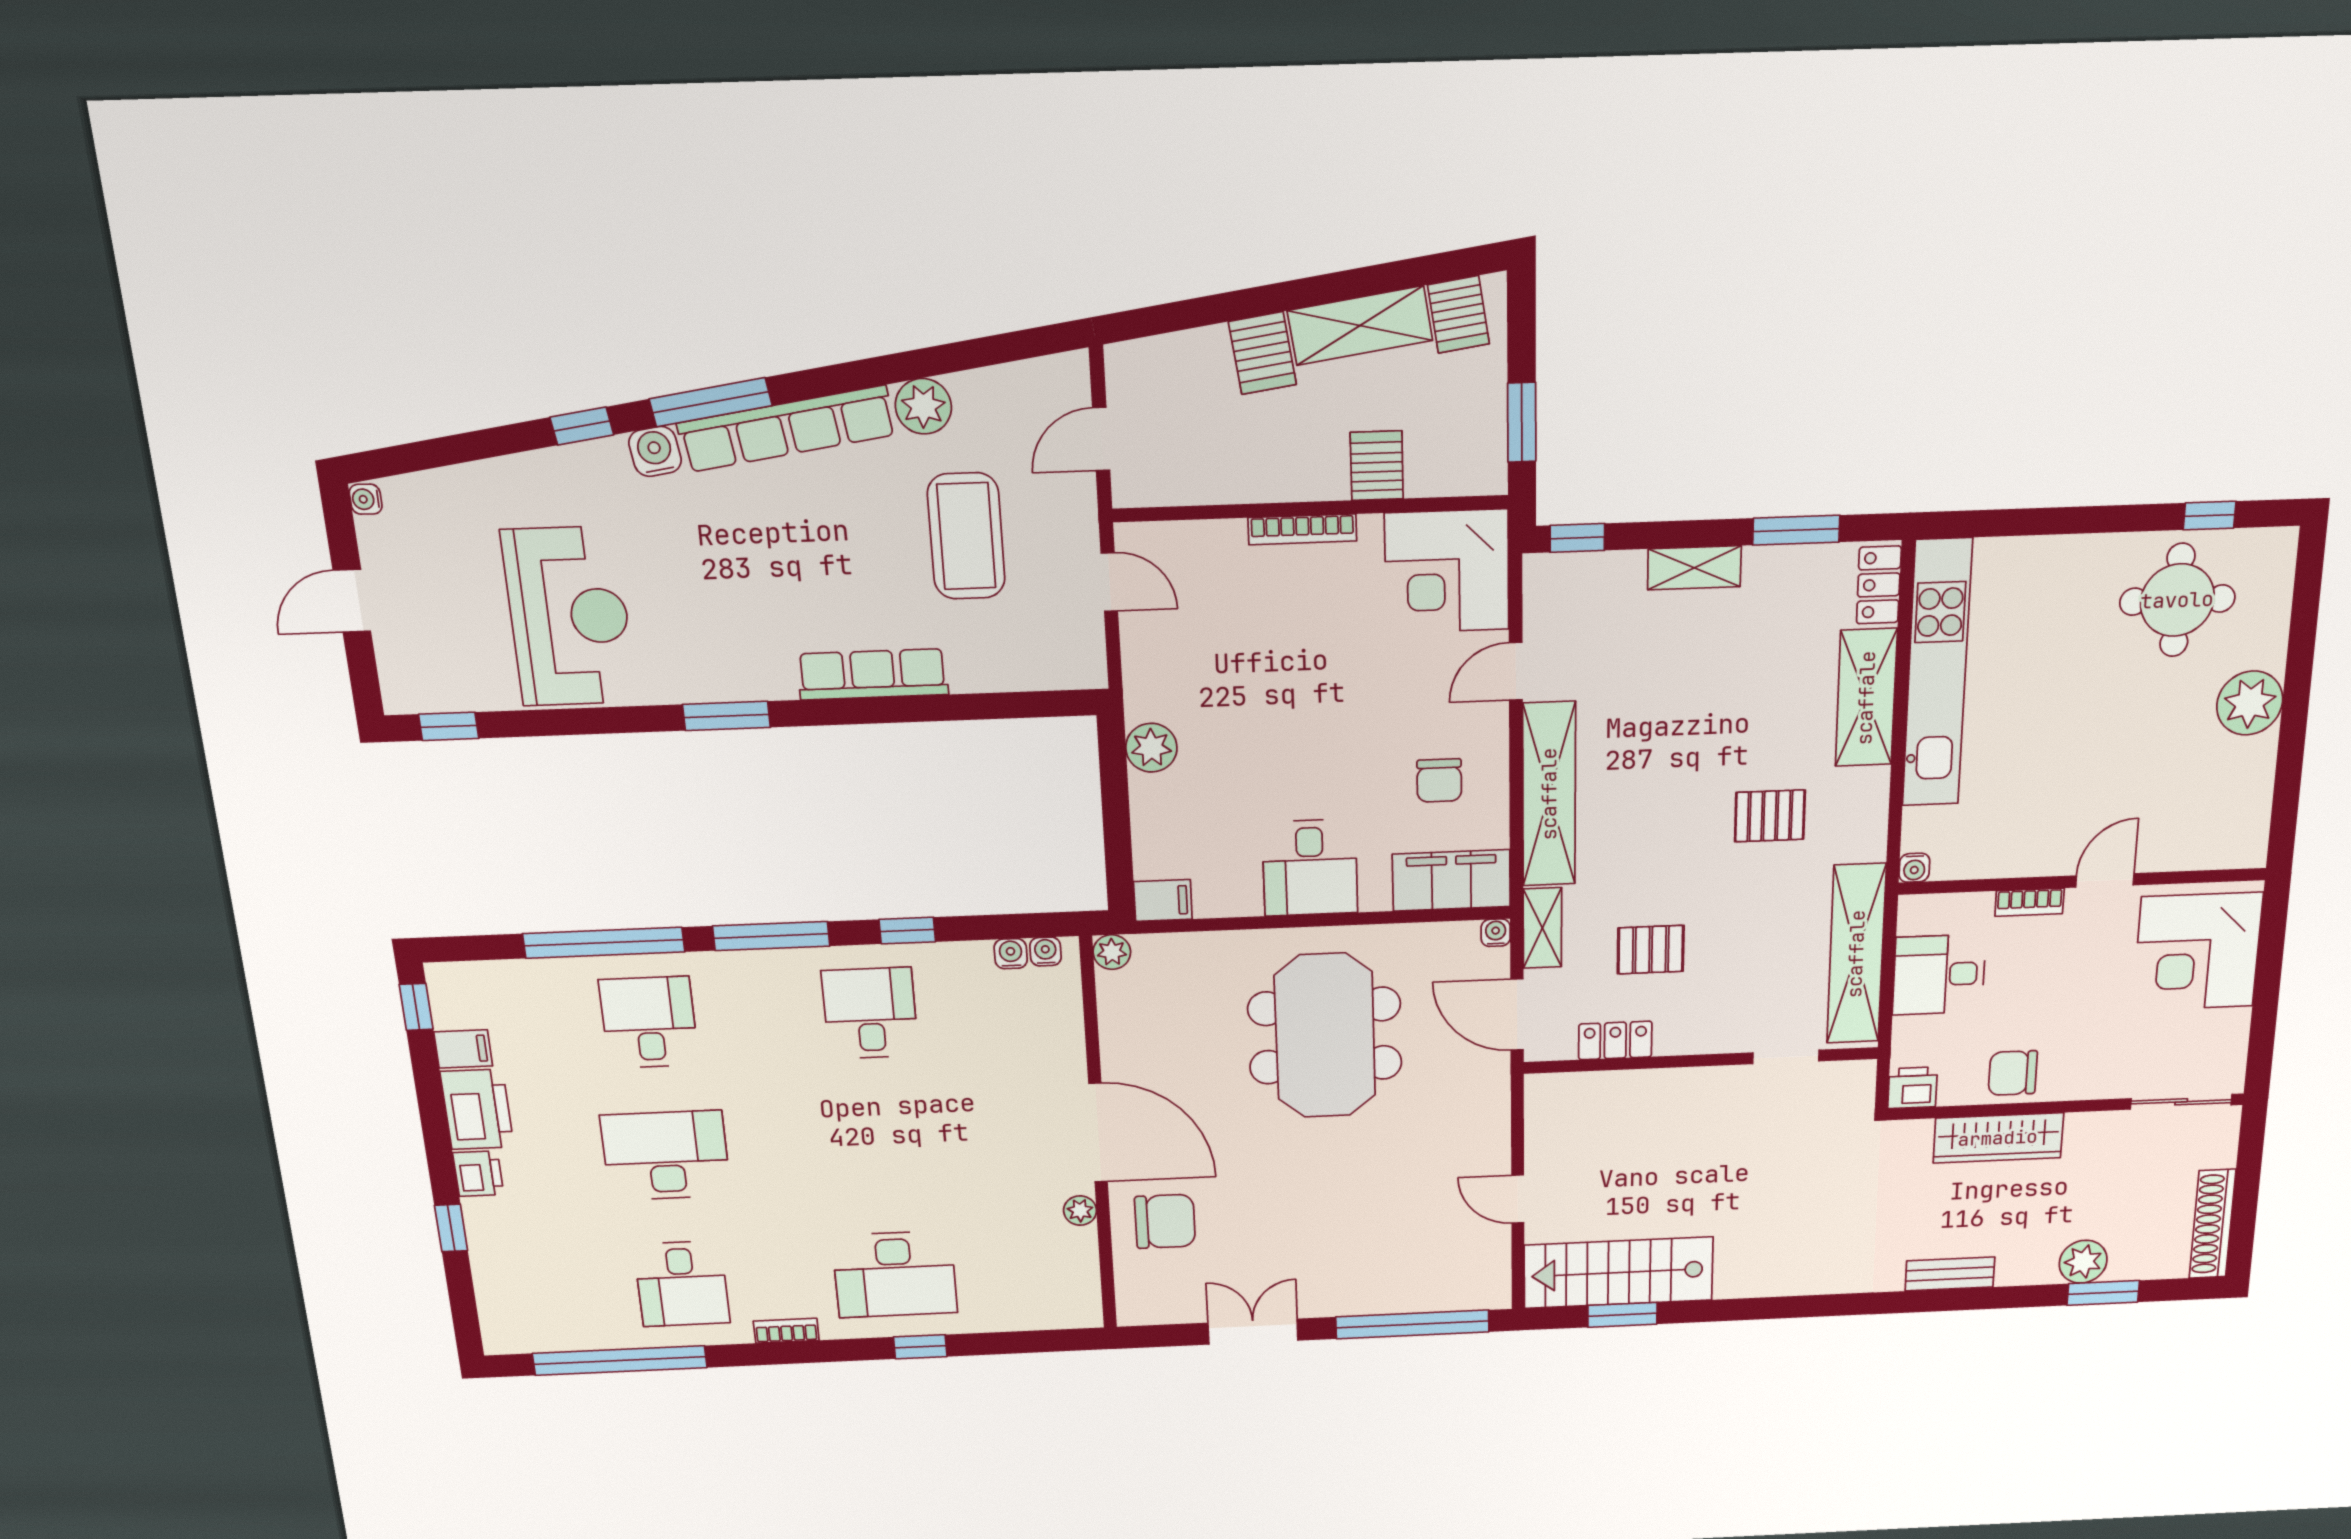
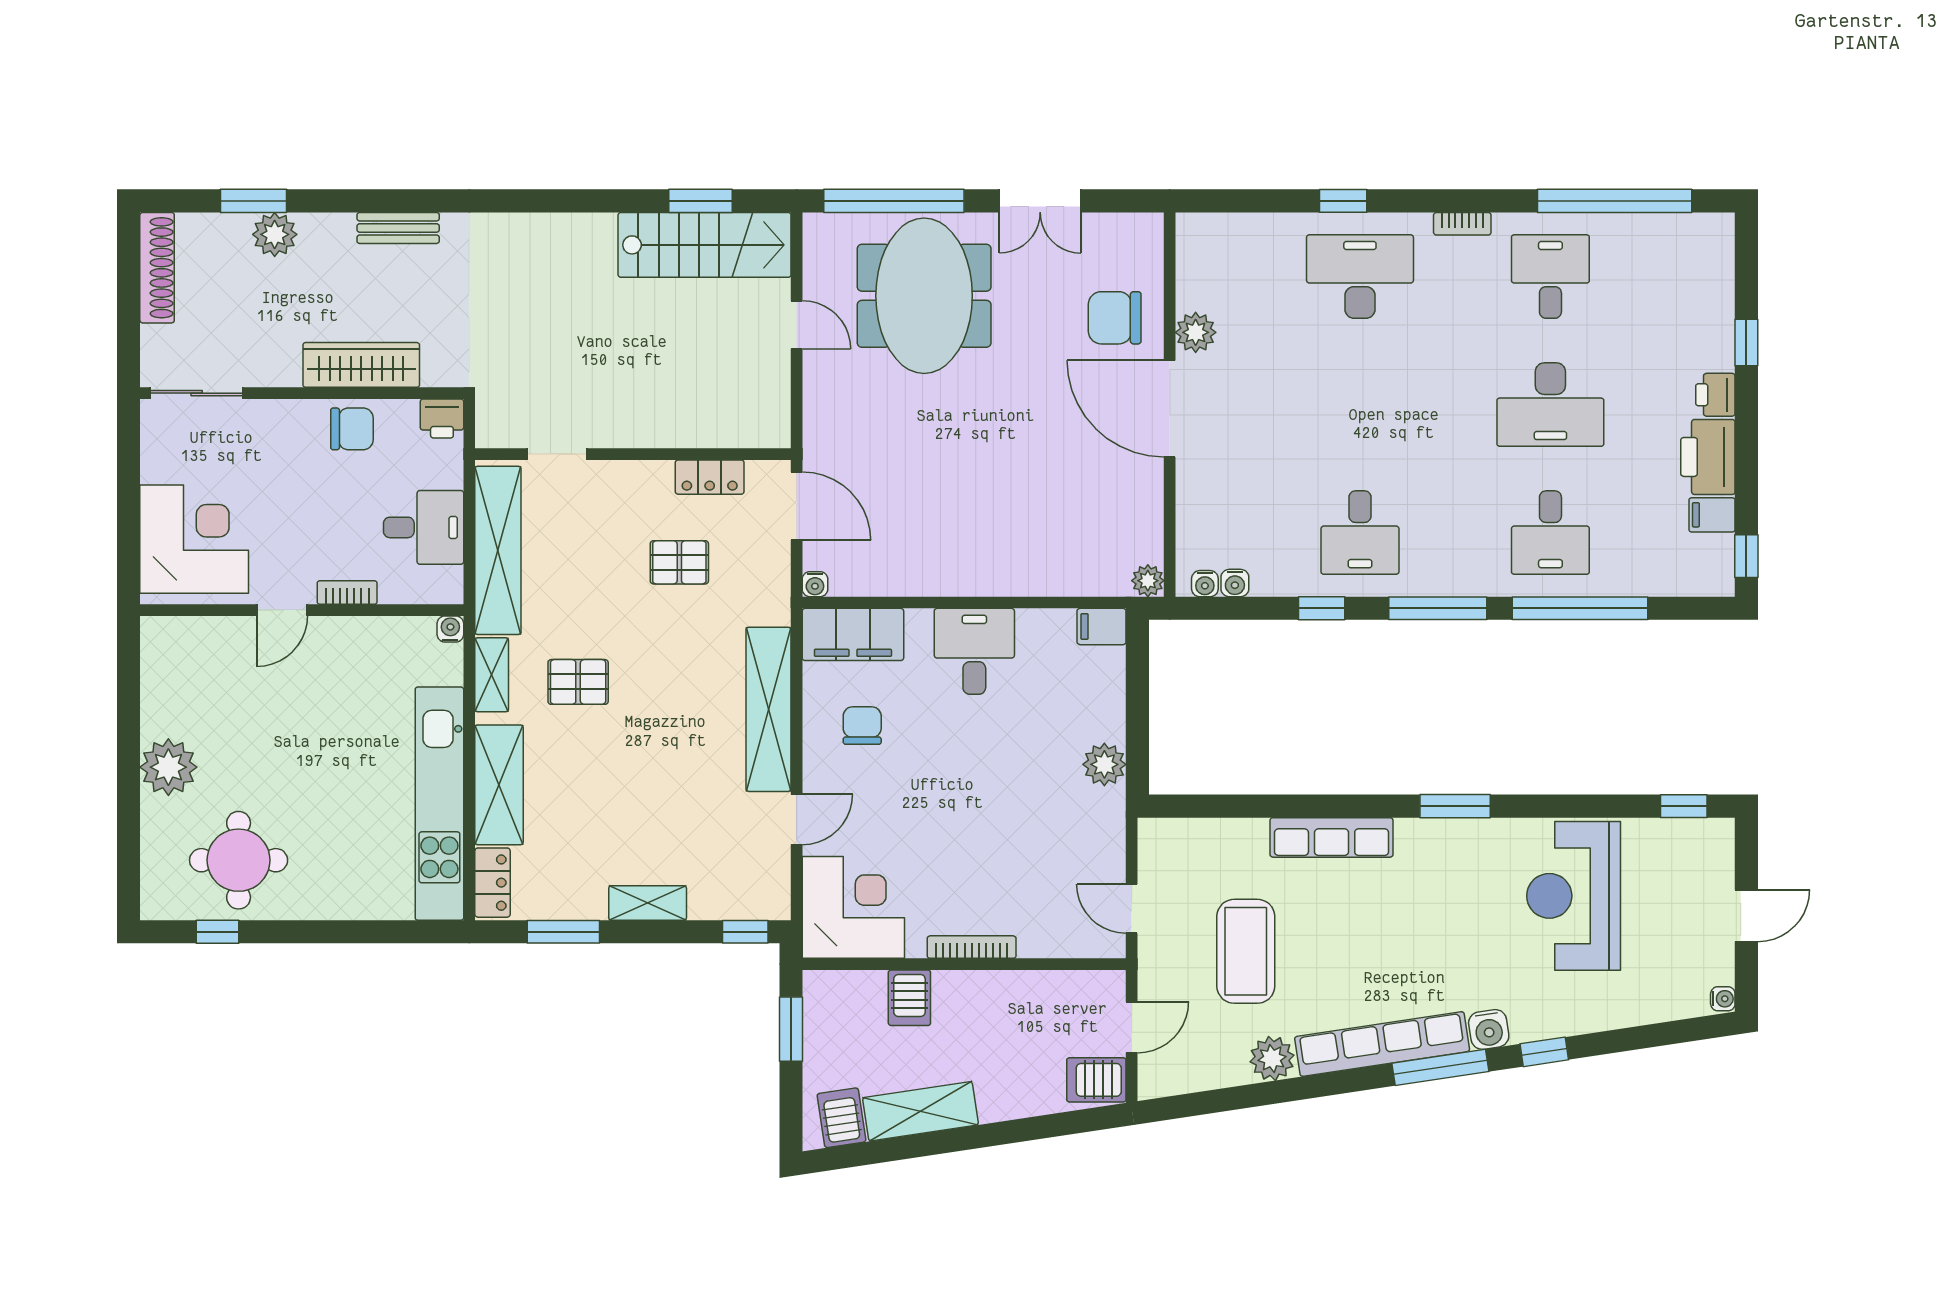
server rack: (1262, 353) -> (1096, 1080), moved, turned -81
shelving: (1542, 928) -> (492, 675), moved
meeting table: (1325, 1036) -> (924, 296), moved
plant: (1080, 1211) -> (1196, 332), width x1.38, depth x1.38

